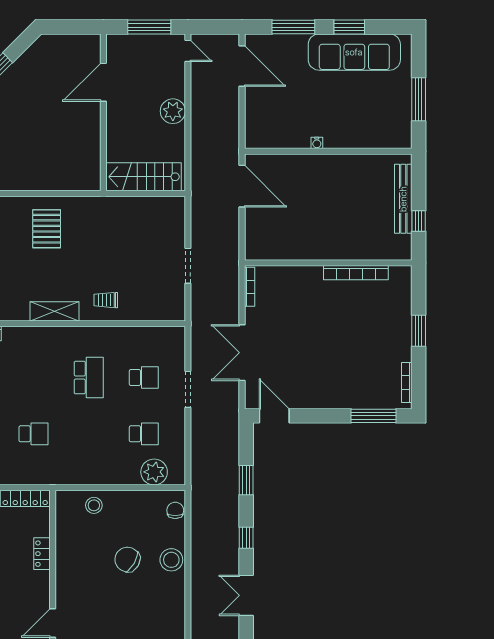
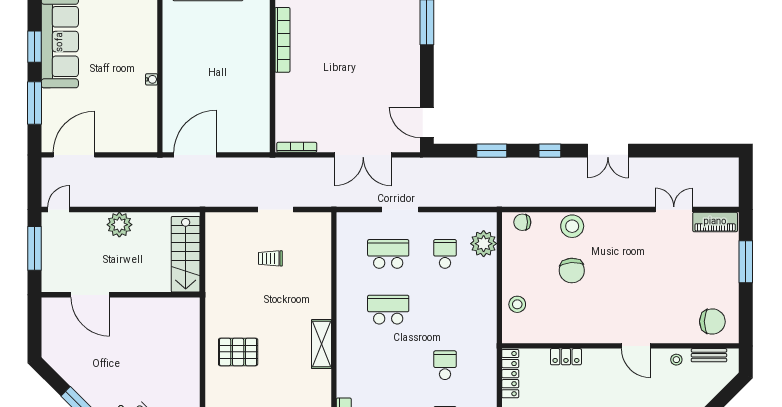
trolley: (106, 300) -> (270, 258), moved, turned 90
school desk: (144, 378) -> (388, 254), width x1.85
door: (274, 416) -> (427, 122), hinge flipped
chair: (127, 559) -> (572, 270), turned -34

